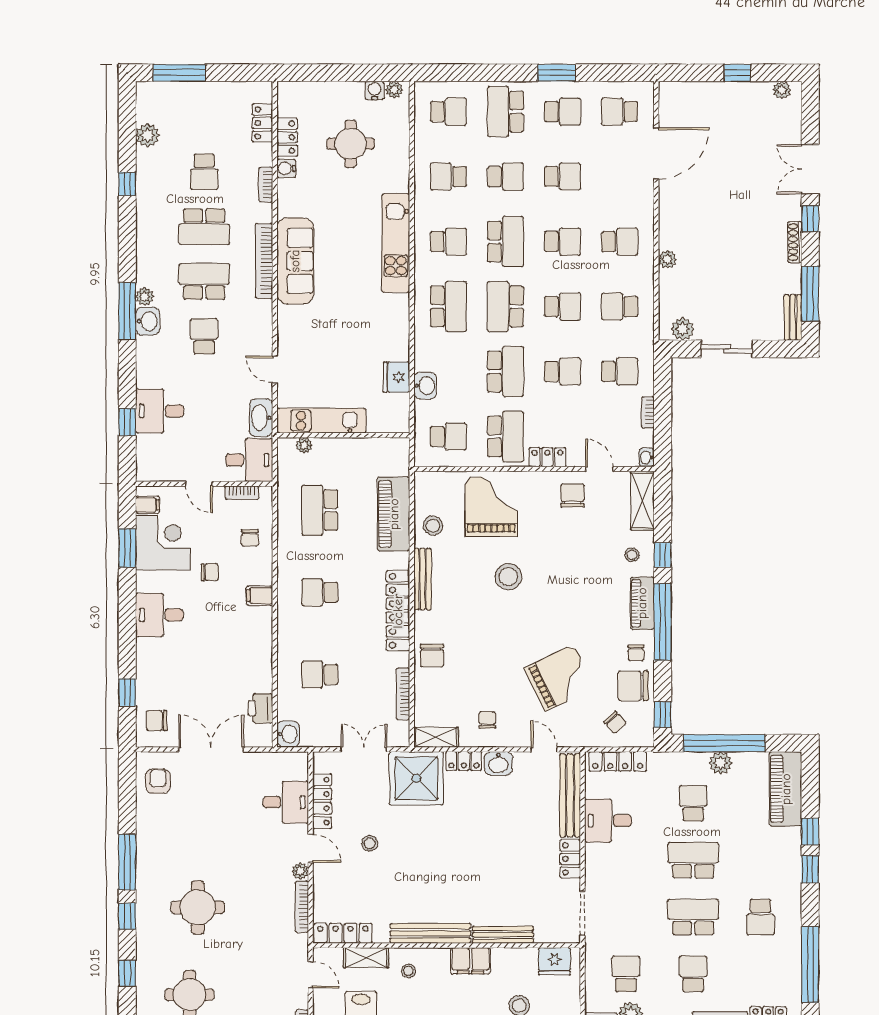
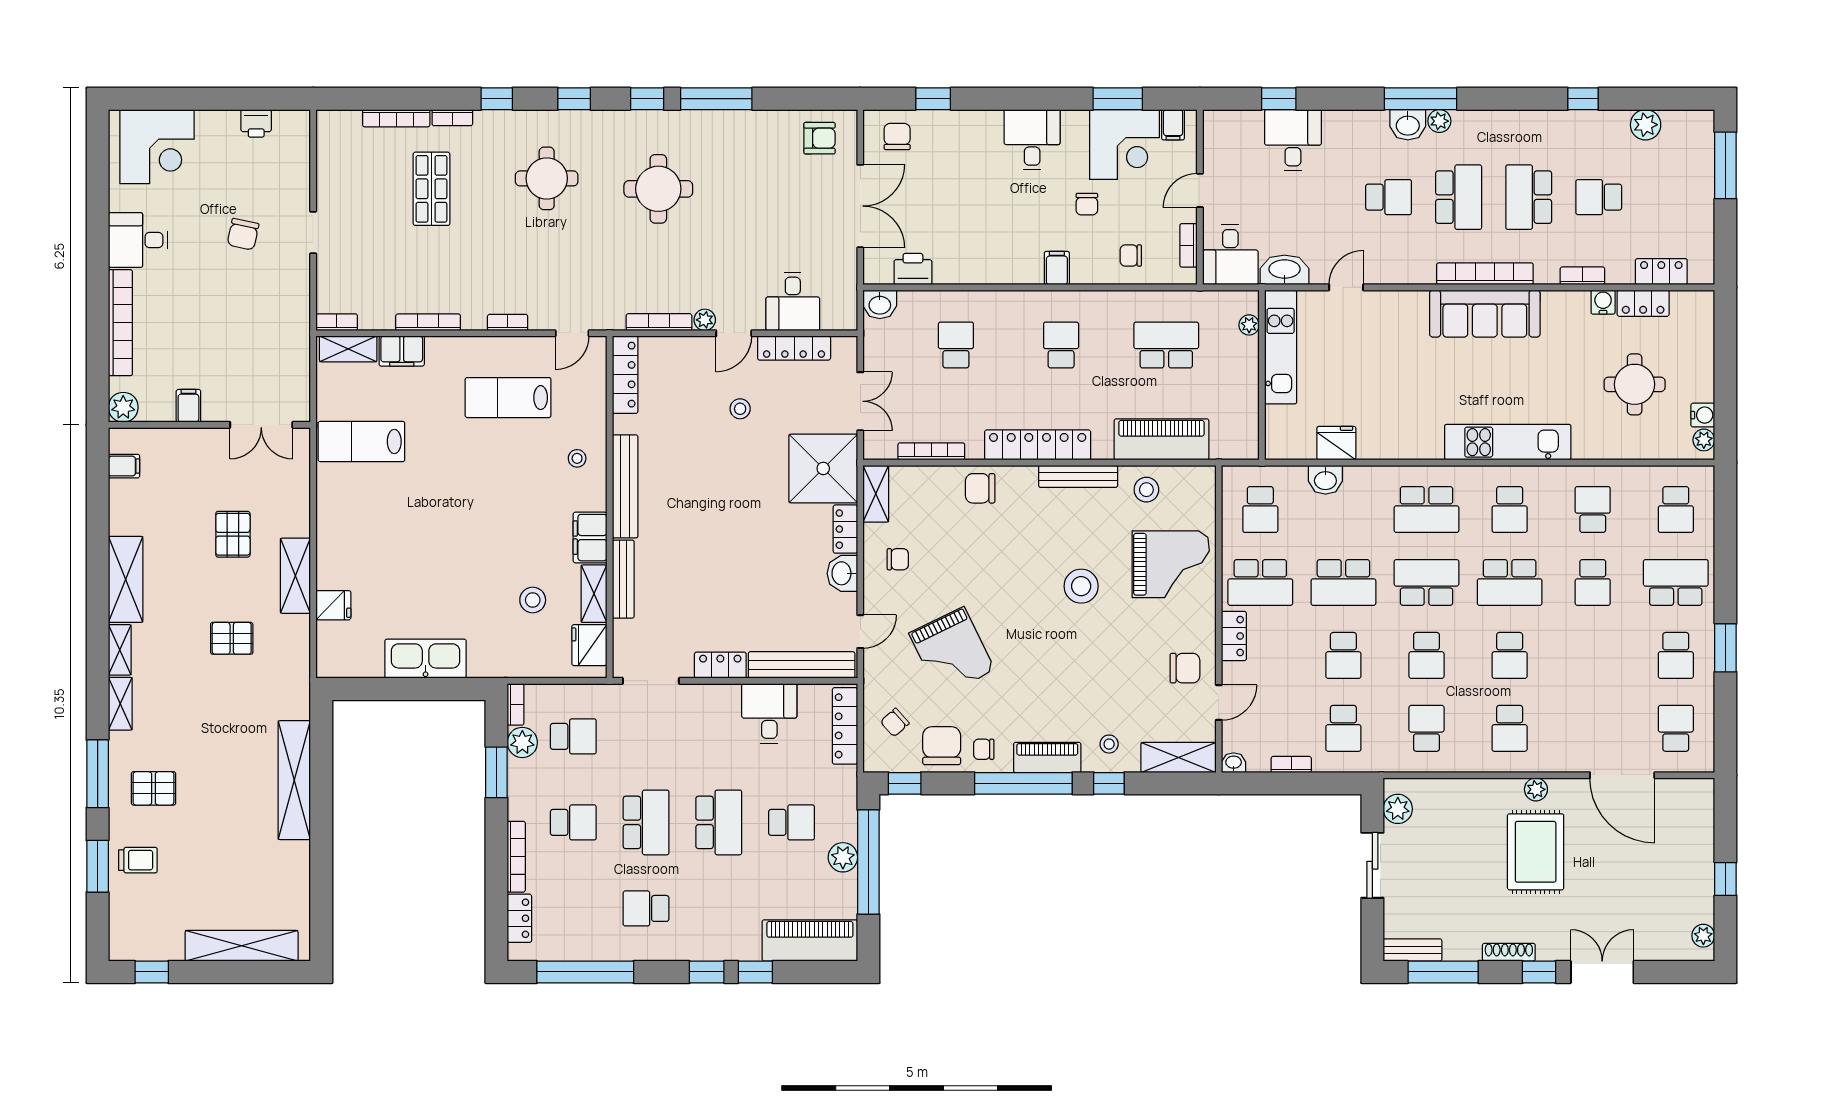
school desk: (563, 177) -> (1593, 655), removed
rug: (716, 221) -> (1536, 852), added
plant: (667, 259) -> (1536, 789), moved
shelving: (366, 958) -> (594, 594), moved

